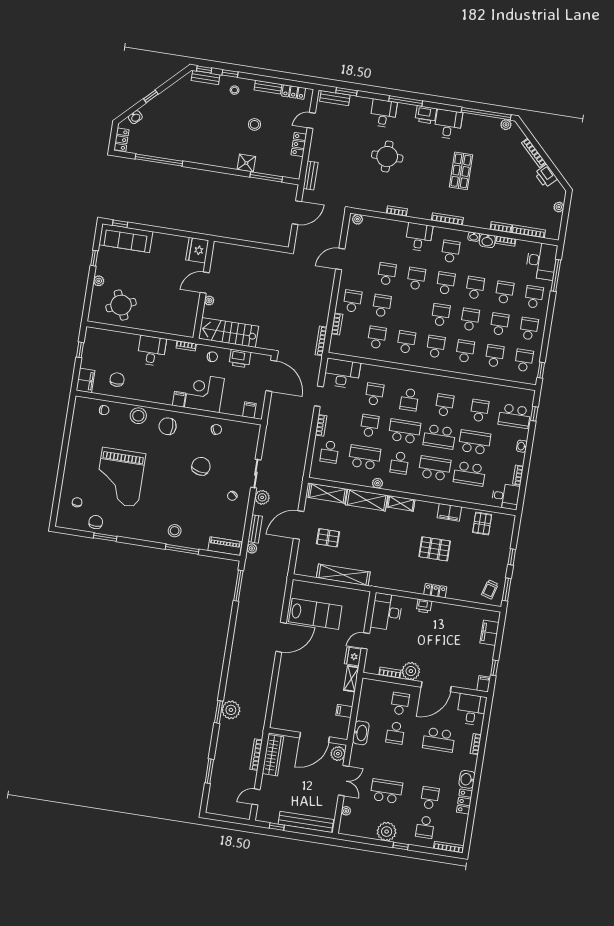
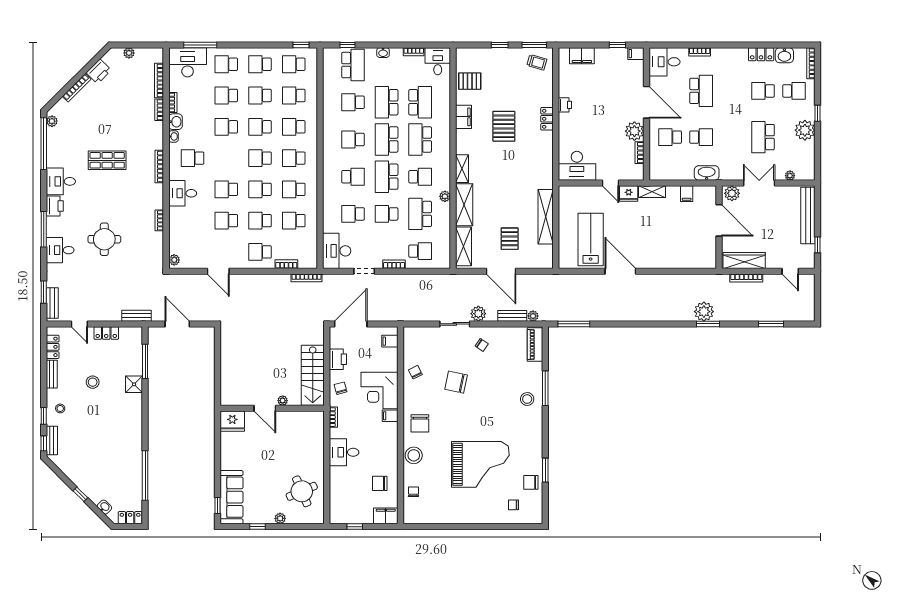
school desk: (446, 283) -> (260, 189), moved
school desk: (439, 437) -> (387, 139), turned 180
printer: (424, 606) -> (565, 105), moved
washbasin: (467, 779) -> (784, 55), moved

